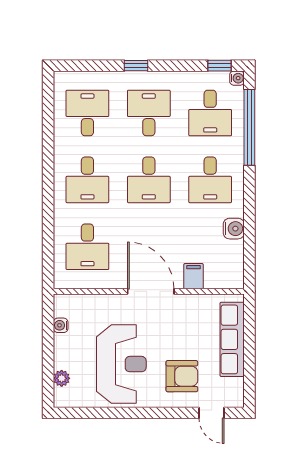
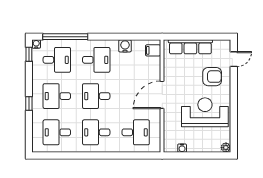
desk: (87, 180) -> (96, 132), turned 180
desk: (149, 180) -> (96, 96), turned 180
filing cabinet: (193, 276) -> (153, 50), moved
armchair: (182, 376) -> (212, 77), turned 90
plant: (62, 378) -> (226, 148), moved

